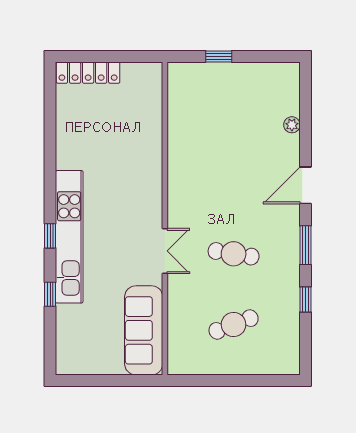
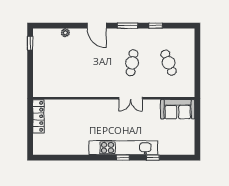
window: (219, 56) -> (30, 43), moved
locker: (88, 73) -> (38, 116), moved
double door: (165, 251) -> (131, 98), swing flipped
sofa: (144, 330) -> (178, 109), width x0.73

